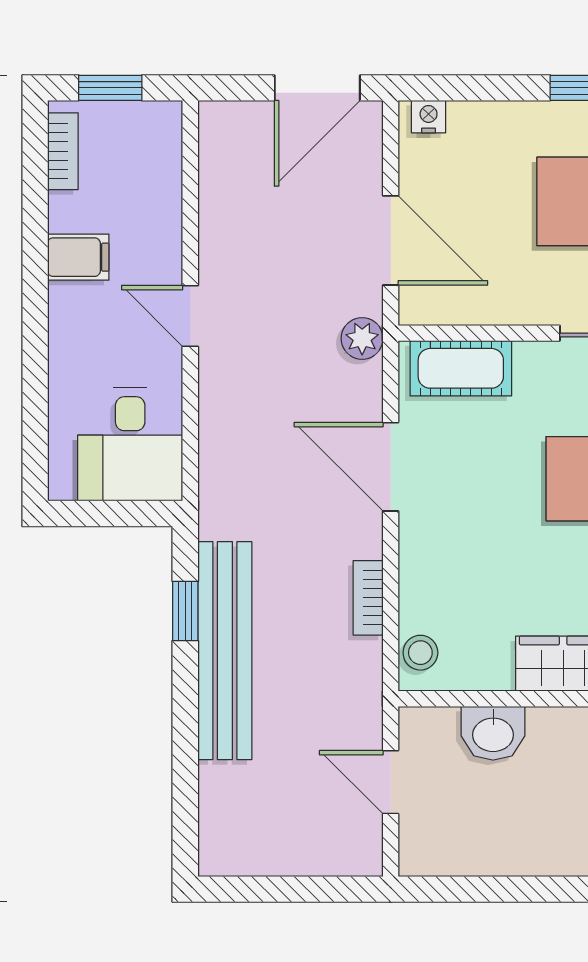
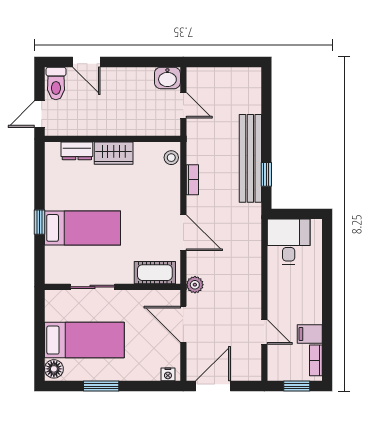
filing cabinet: (78, 257) -> (310, 334), moved
door: (190, 316) -> (264, 332), moved
washbasin: (493, 733) -> (167, 78), moved, turned 180

